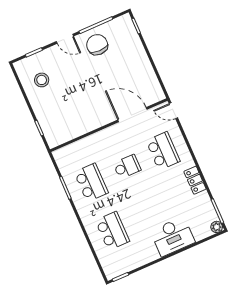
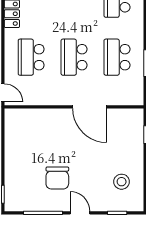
chair: (97, 45) -> (57, 178), moved
door: (132, 115) -> (90, 107), moved
school desk: (127, 167) -> (74, 57), width x1.85

